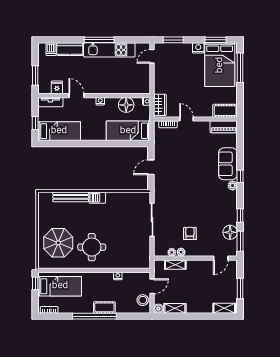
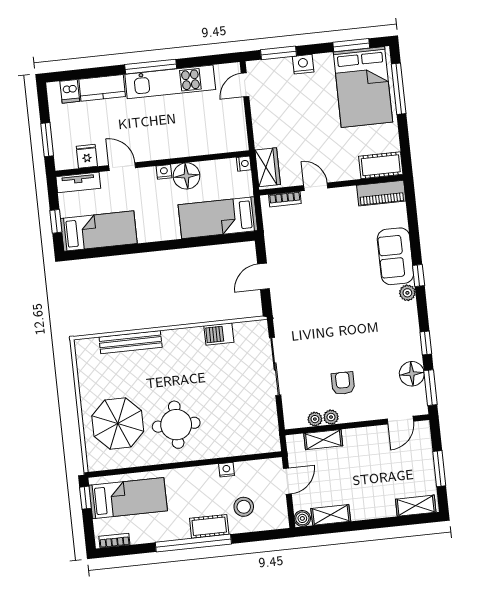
nightstand: (198, 48) -> (303, 64), moved
floor lamp: (126, 105) -> (186, 176), moved
barbecue: (97, 198) -> (219, 334), moved
stool: (143, 300) -> (244, 507), moved

